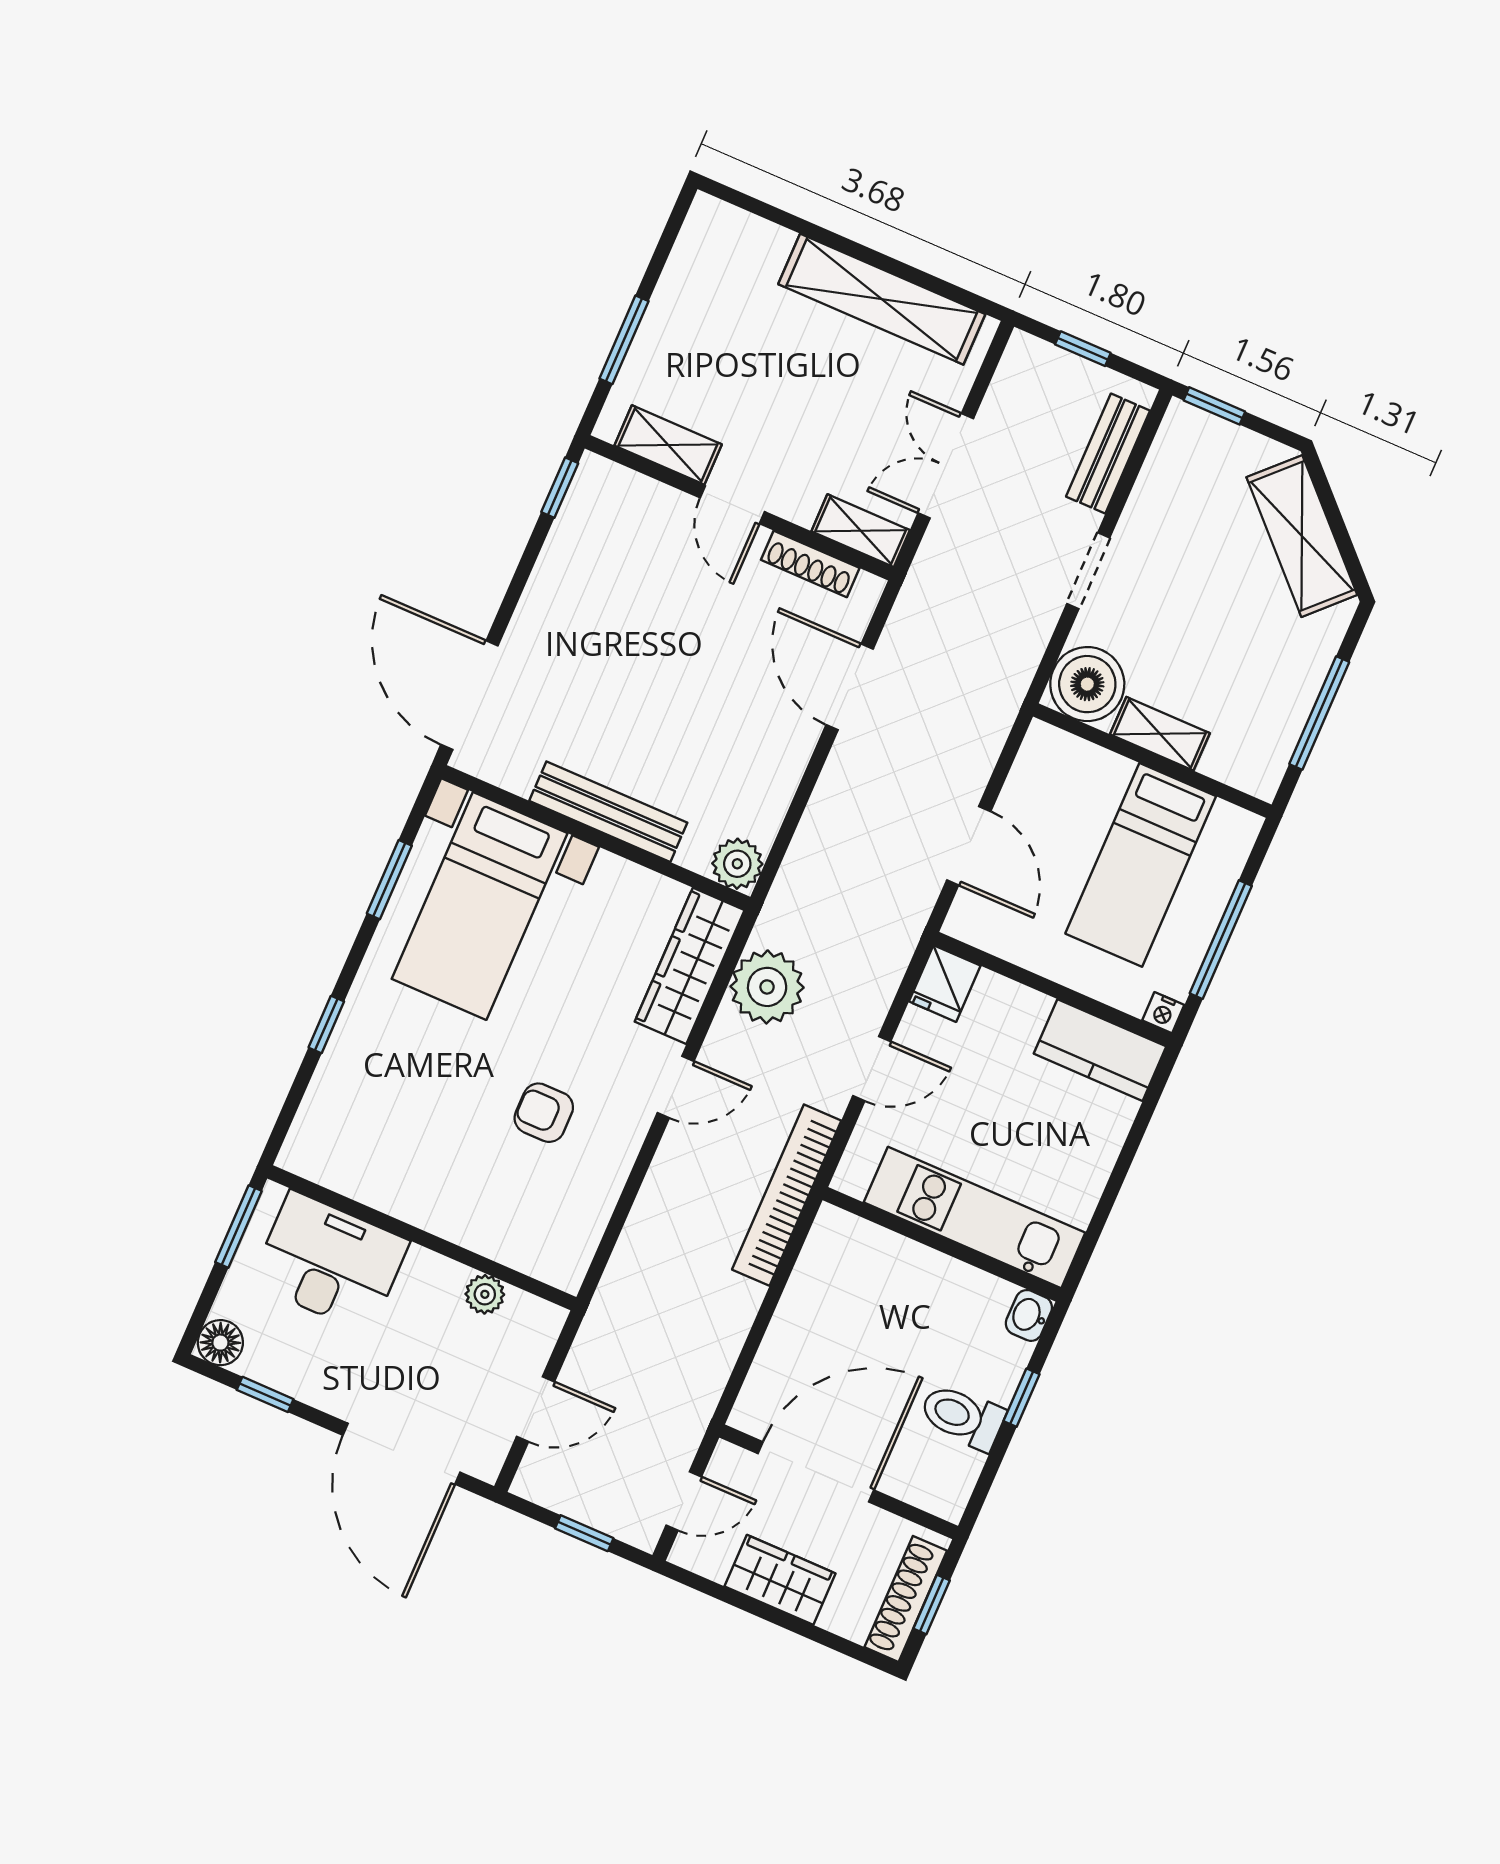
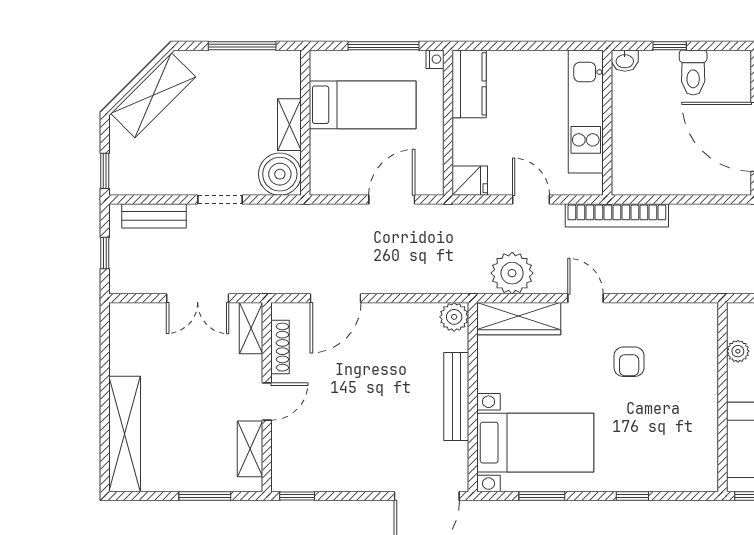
shelving: (882, 299) -> (125, 434), moved

